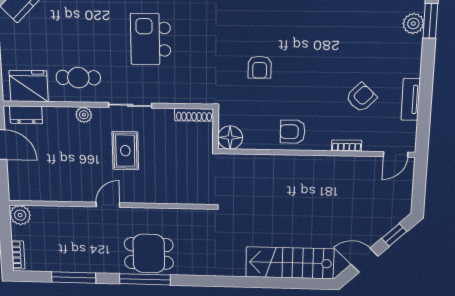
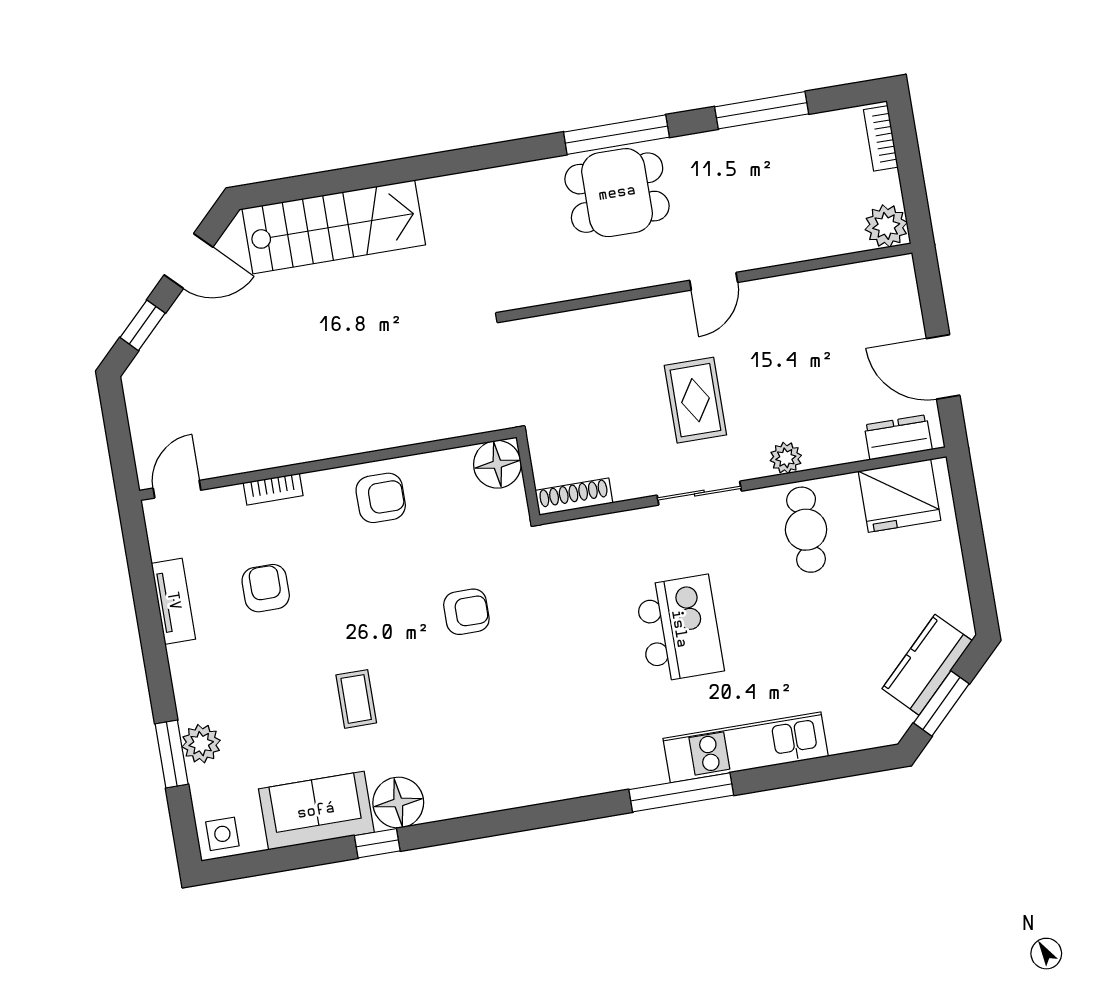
coffee table: (326, 33) -> (356, 699), added
armchair: (260, 67) -> (466, 612), turned 90
cafe table: (78, 78) -> (806, 530), turned 90
armchair: (361, 97) -> (266, 588), turned 136

